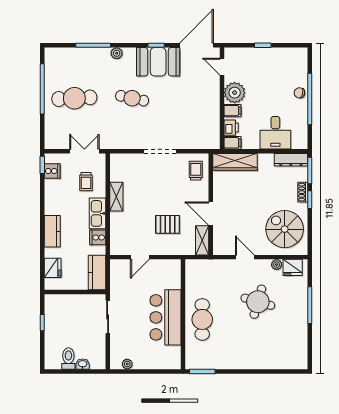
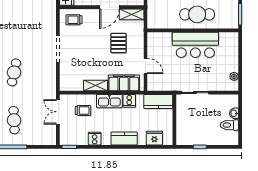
cafe table: (74, 98) -> (14, 120), width x0.73, depth x0.74
cooker: (52, 171) -> (95, 139), moved
filing cabinet: (119, 231) -> (124, 83), added

